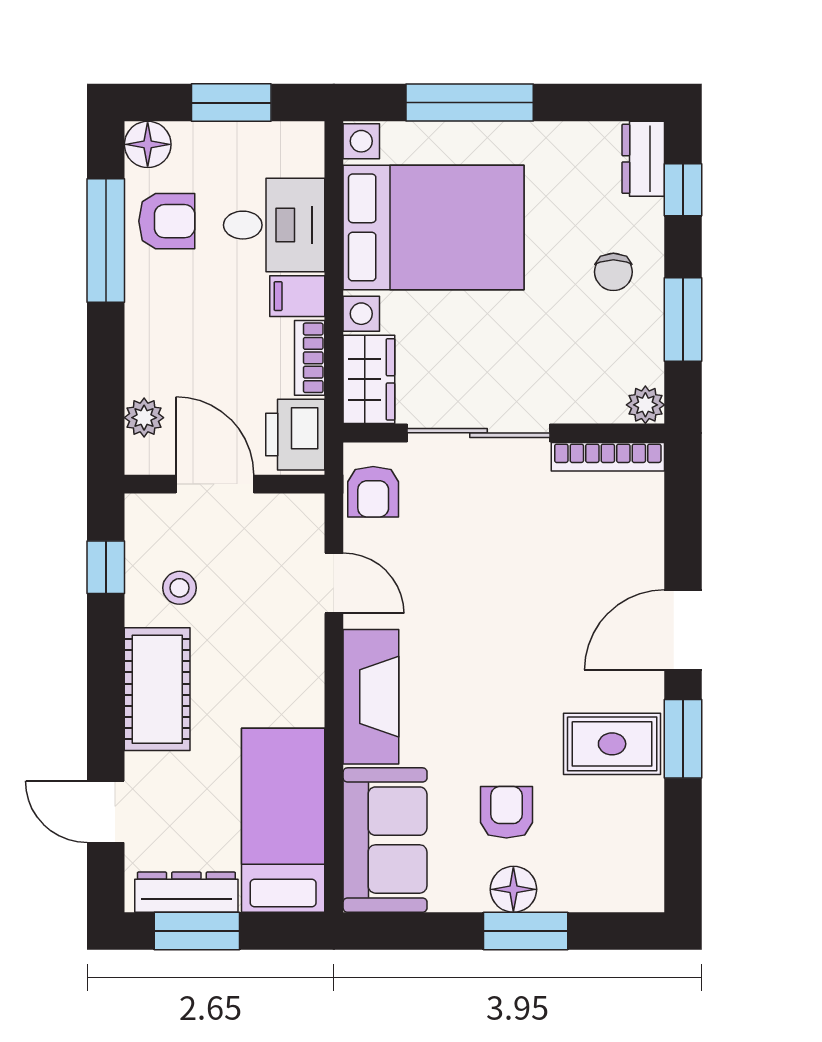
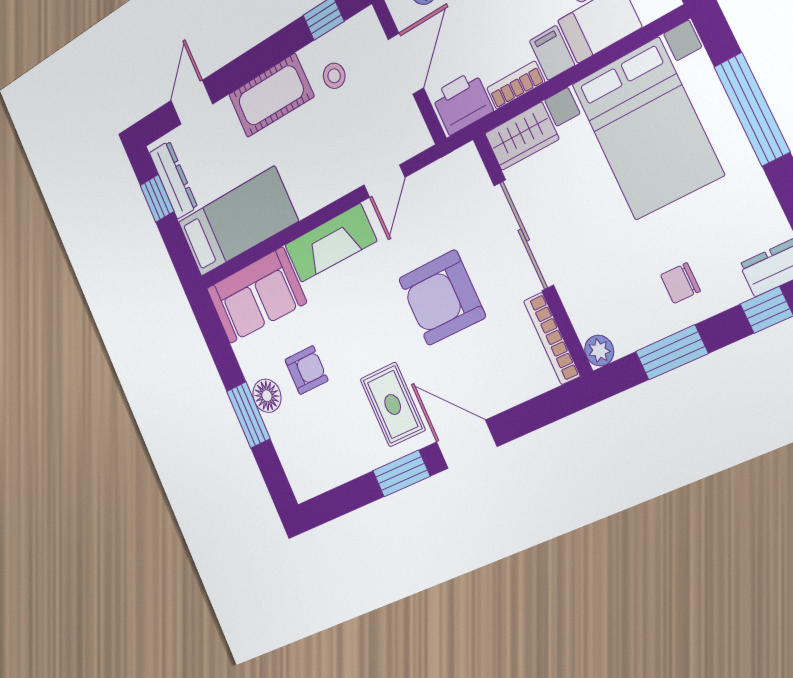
armchair: (373, 492) -> (442, 298), moved, width x1.88, depth x1.88
rug: (612, 744) -> (393, 404), moved
window: (197, 931) -> (157, 198), width x0.67

